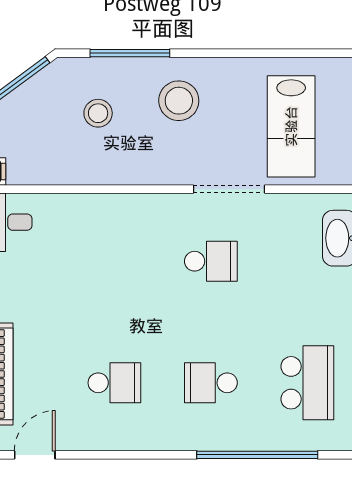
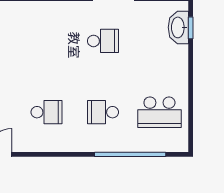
school desk: (307, 383) -> (159, 112), turned 90

